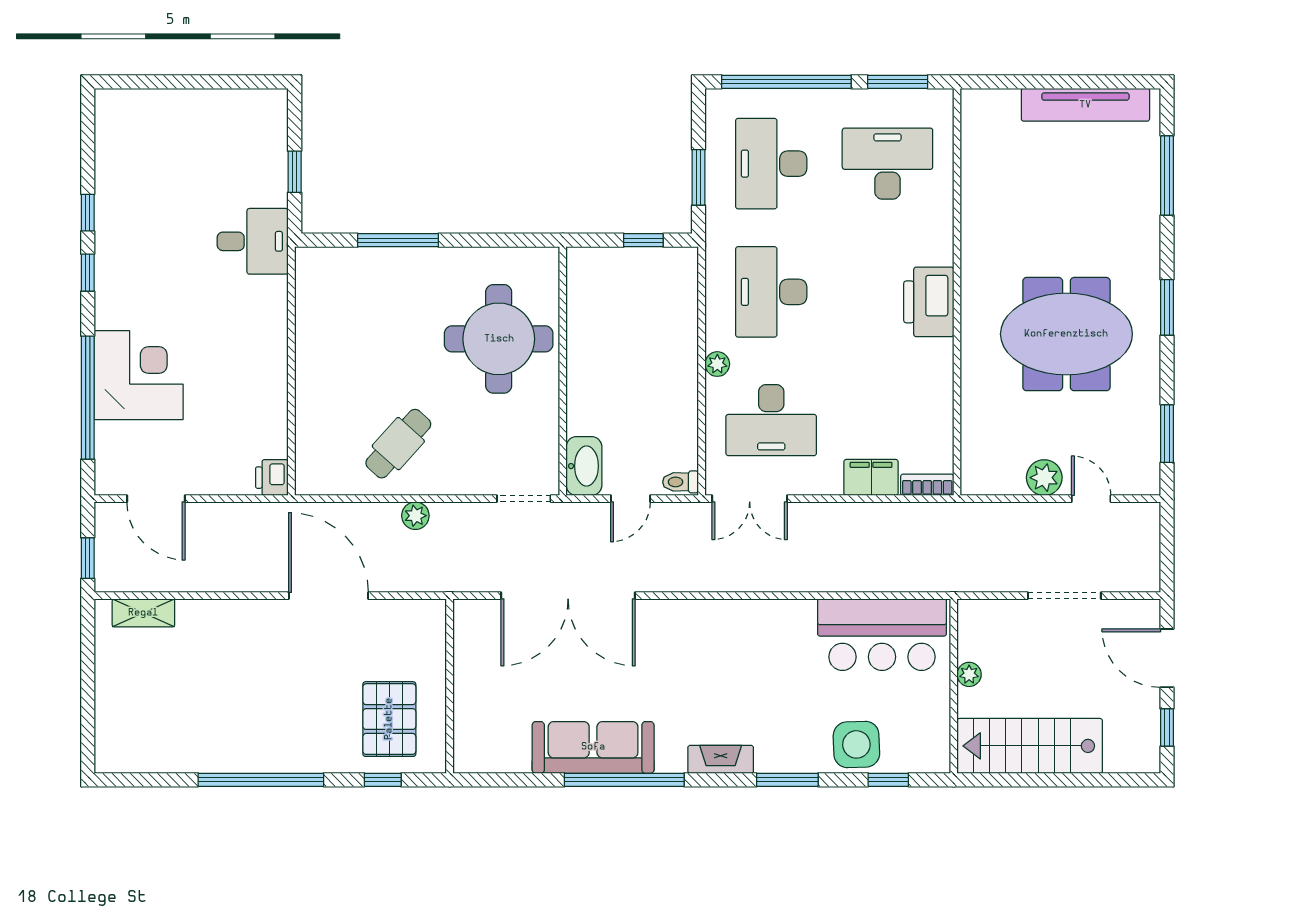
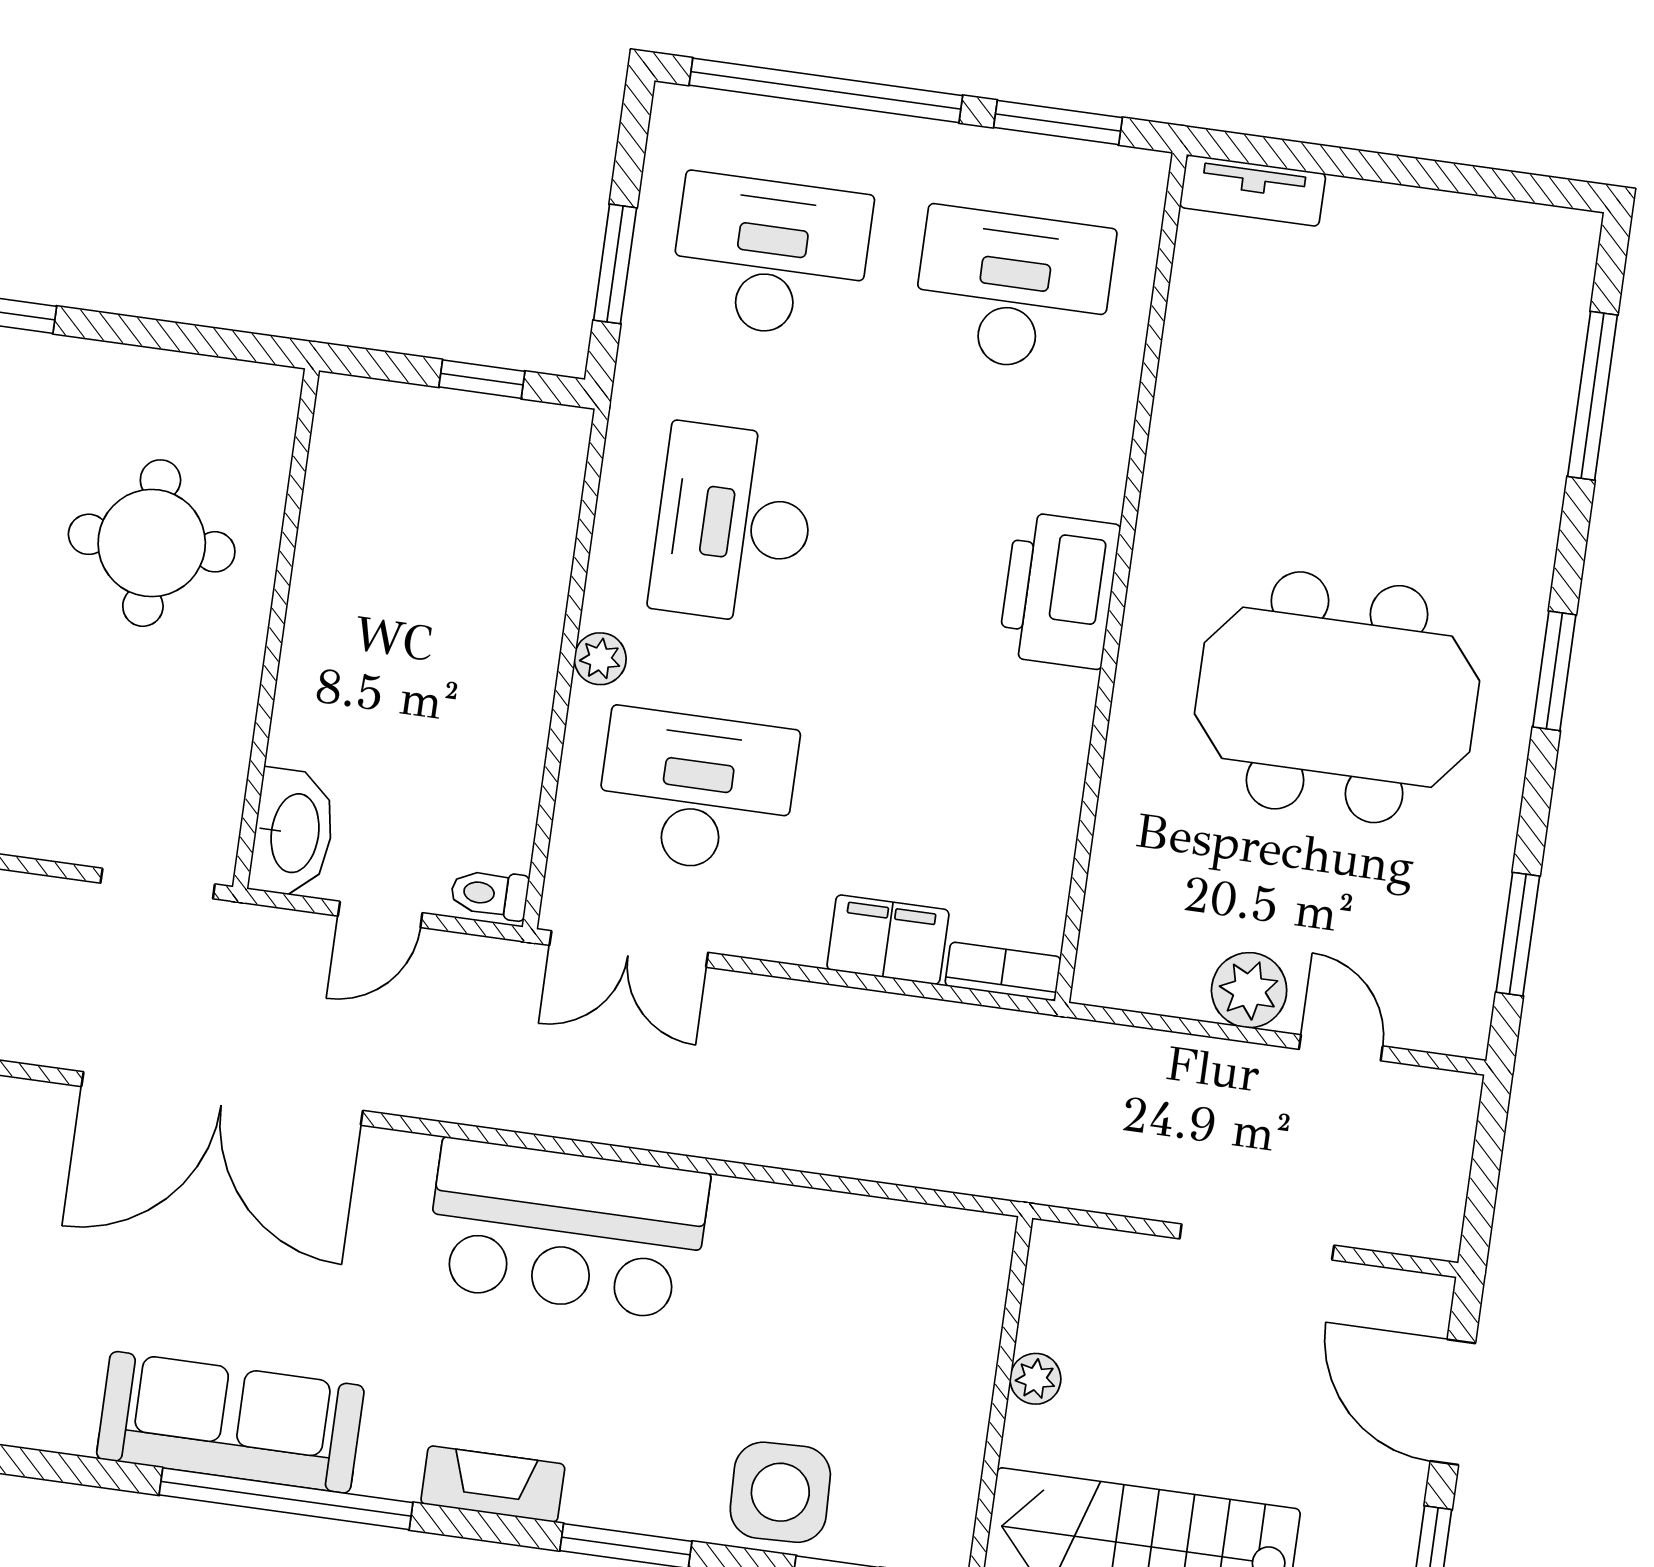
tv unit: (1085, 105) -> (1253, 190), moved, width x0.52, depth x0.78
desk: (771, 164) -> (771, 256), turned 90
round table: (499, 339) -> (152, 543), width x0.73, depth x0.73
desk: (771, 420) -> (696, 791), turned 180
bar counter: (882, 635) -> (567, 1229), moved

